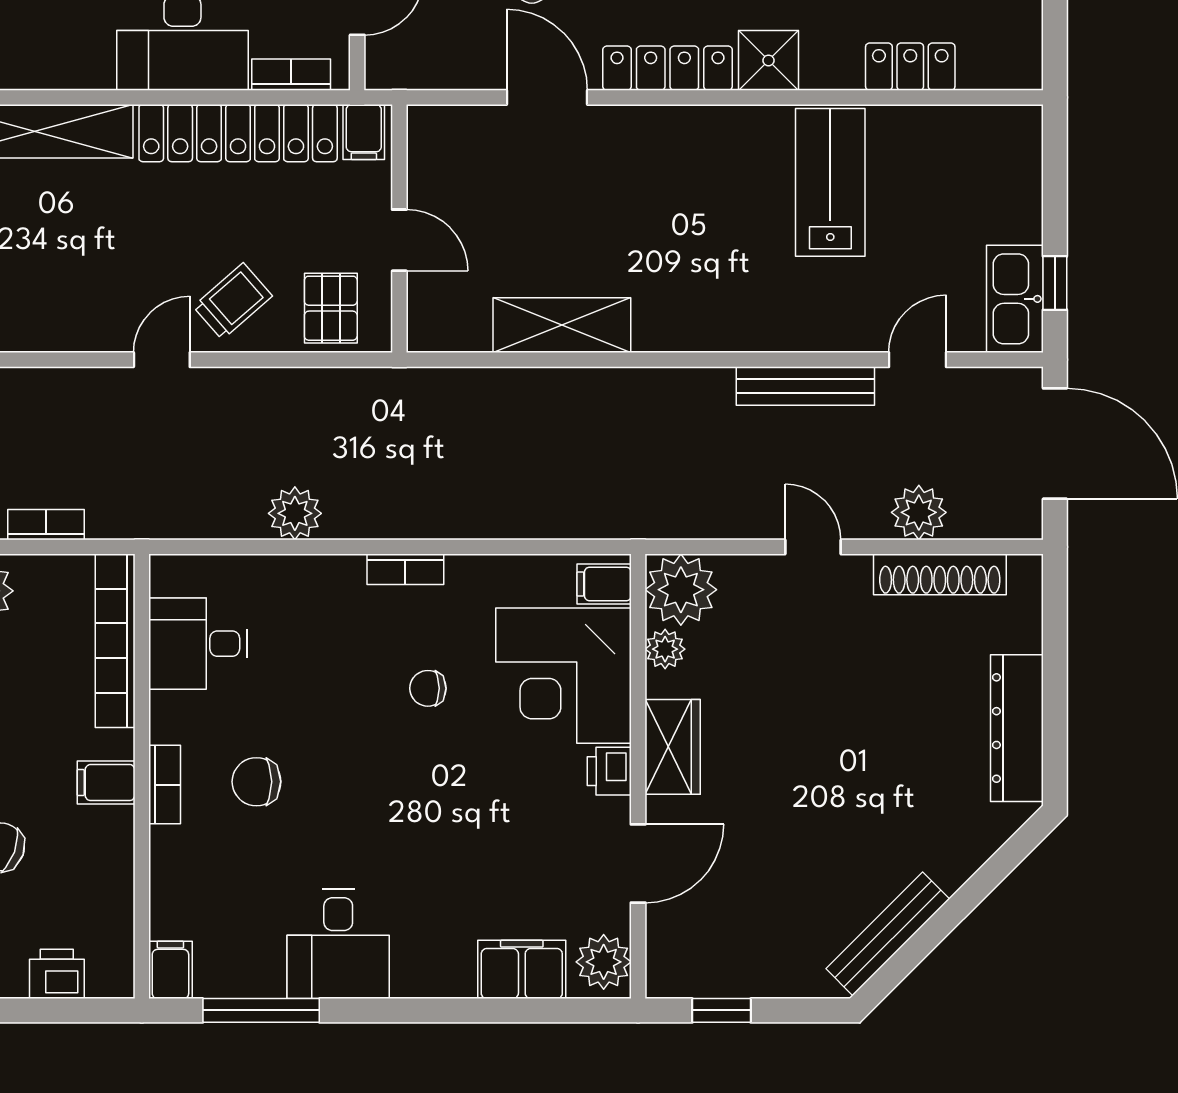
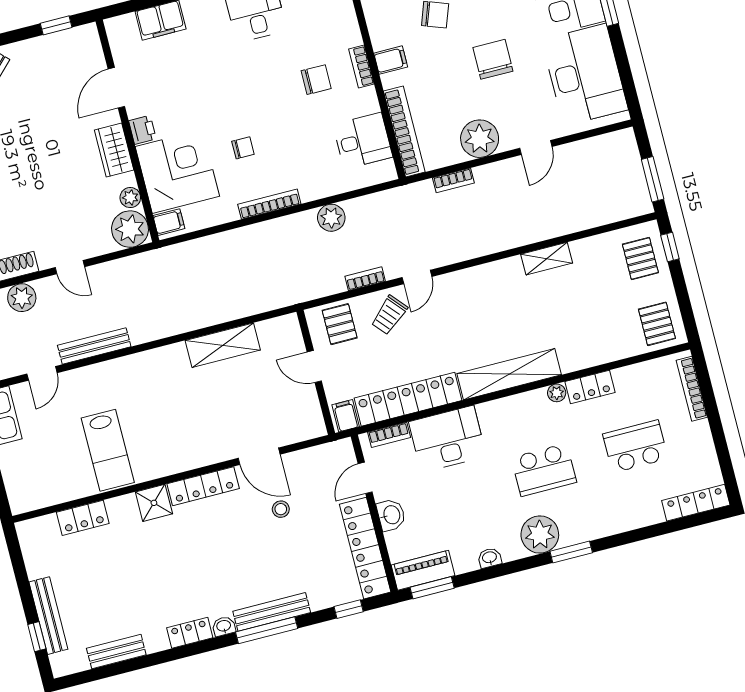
bookcase: (260, 381) -> (365, 279), added
bookcase: (405, 569) -> (269, 204), width x1.56
plant: (604, 962) -> (121, 34), removed

